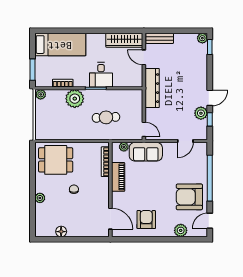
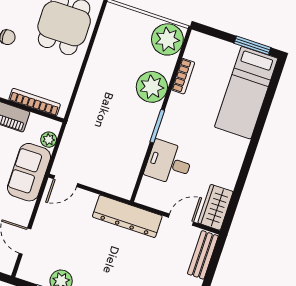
wardrobe: (124, 40) -> (215, 207), width x0.67
window: (32, 70) -> (252, 45), moved
desk: (101, 75) -> (169, 163), moved
plant: (41, 94) -> (167, 39), width x1.87, depth x1.87
cafe table: (106, 117) -> (105, 127), removed

